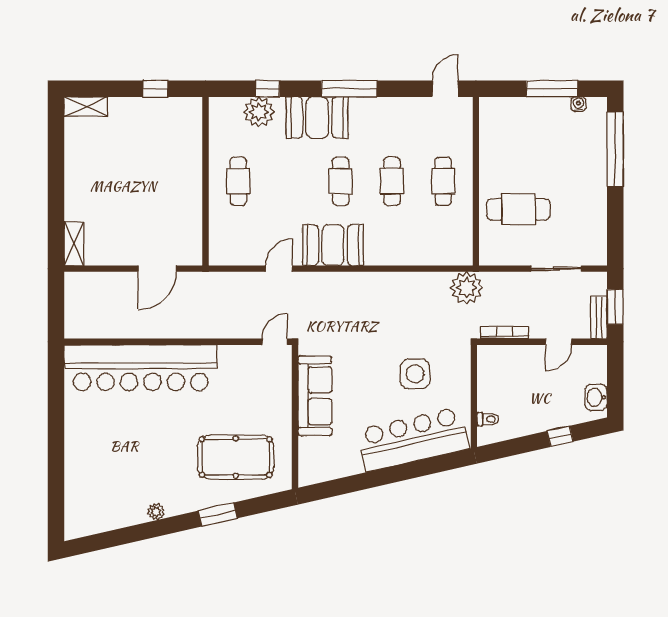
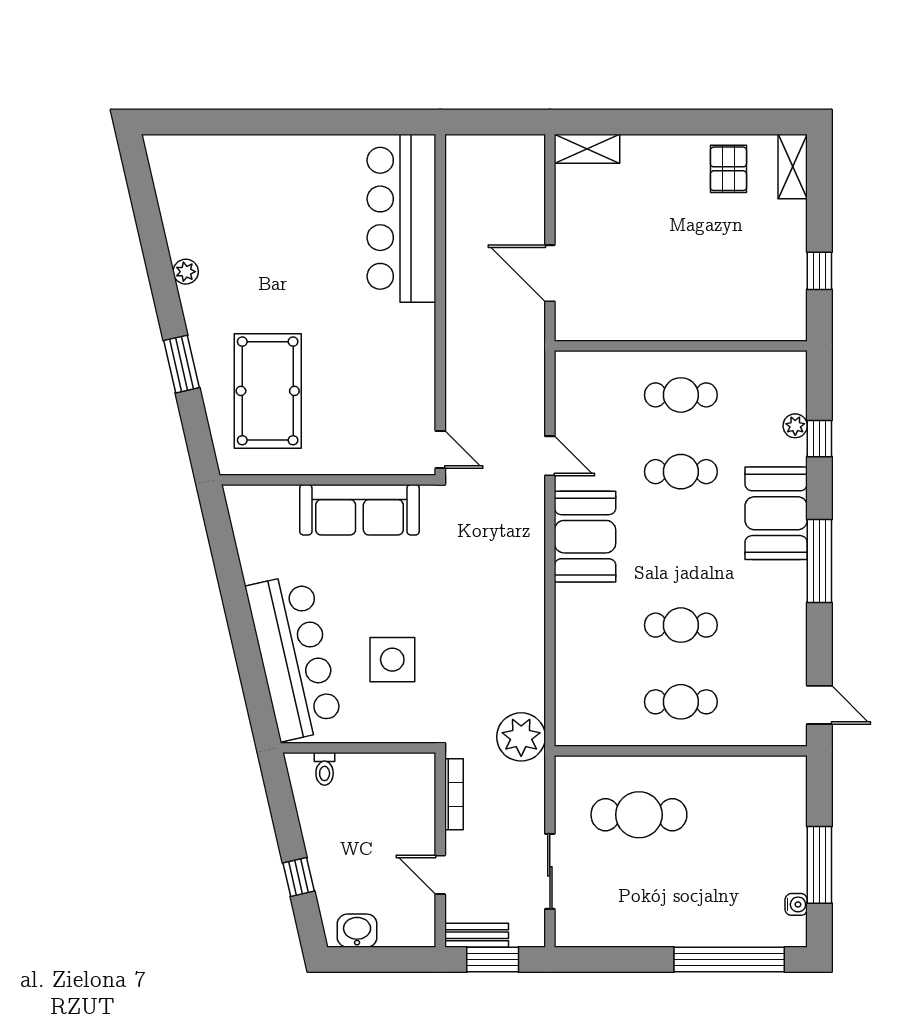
plant: (259, 112) -> (795, 426), width x0.53, depth x0.53
pallet: (87, 149) -> (728, 169), added
cafe table: (341, 181) -> (681, 472), moved
cafe table: (519, 209) -> (639, 815), turned 90
bar counter: (141, 368) -> (401, 218), width x0.73

